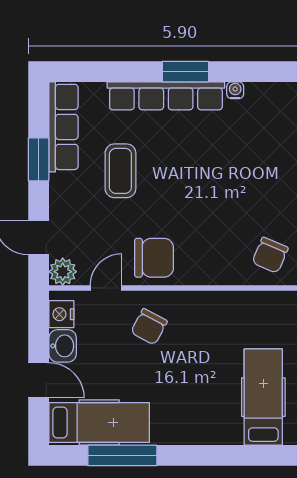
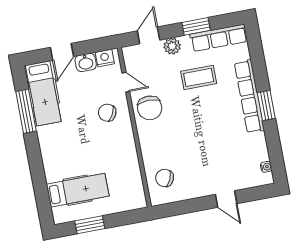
water cooler: (235, 90) -> (266, 167), moved
plant: (63, 272) -> (172, 46), moved

